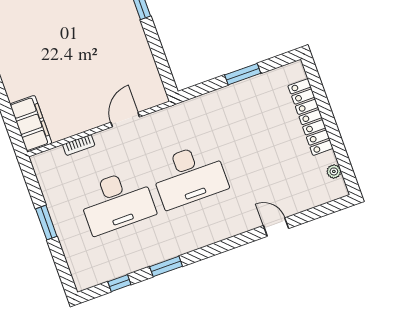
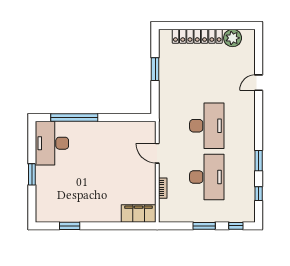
plant: (334, 171) -> (233, 38), width x1.87, depth x1.87
window: (62, 267) -> (236, 226), added

